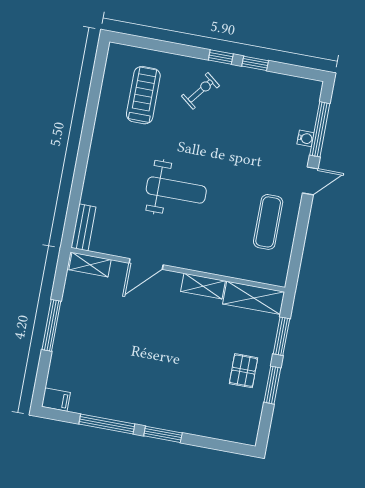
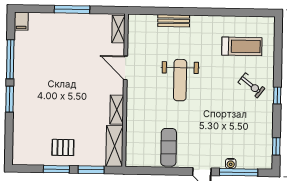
window: (255, 63) -> (276, 146), moved
exercise mat: (268, 222) -> (169, 147), turned 90
bench: (83, 227) -> (174, 21), moved

